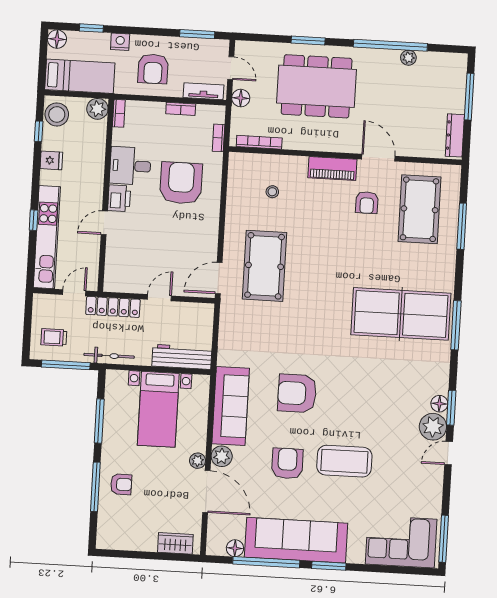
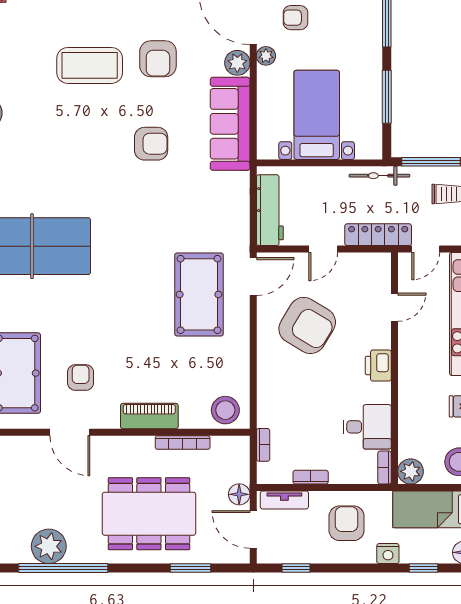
window: (197, 34) -> (296, 568), width x0.67
window: (308, 41) -> (190, 568), moved
plant: (408, 58) -> (49, 546), width x1.88, depth x1.88
door: (231, 68) -> (253, 530), width x1.37
bookcase: (259, 142) -> (183, 443), moved
desk: (130, 166) -> (367, 427), moved
piano: (332, 168) -> (149, 416), moved
armchair: (181, 183) -> (307, 325), moved, turned -59
stool: (272, 192) -> (225, 410), moved, width x1.89, depth x1.89
door: (104, 223) -> (395, 307), moved
workbench: (182, 357) -> (270, 210), moved, turned -90
armchair: (297, 393) -> (151, 144), width x0.73, depth x0.73
armchair: (121, 484) -> (295, 18), moved

